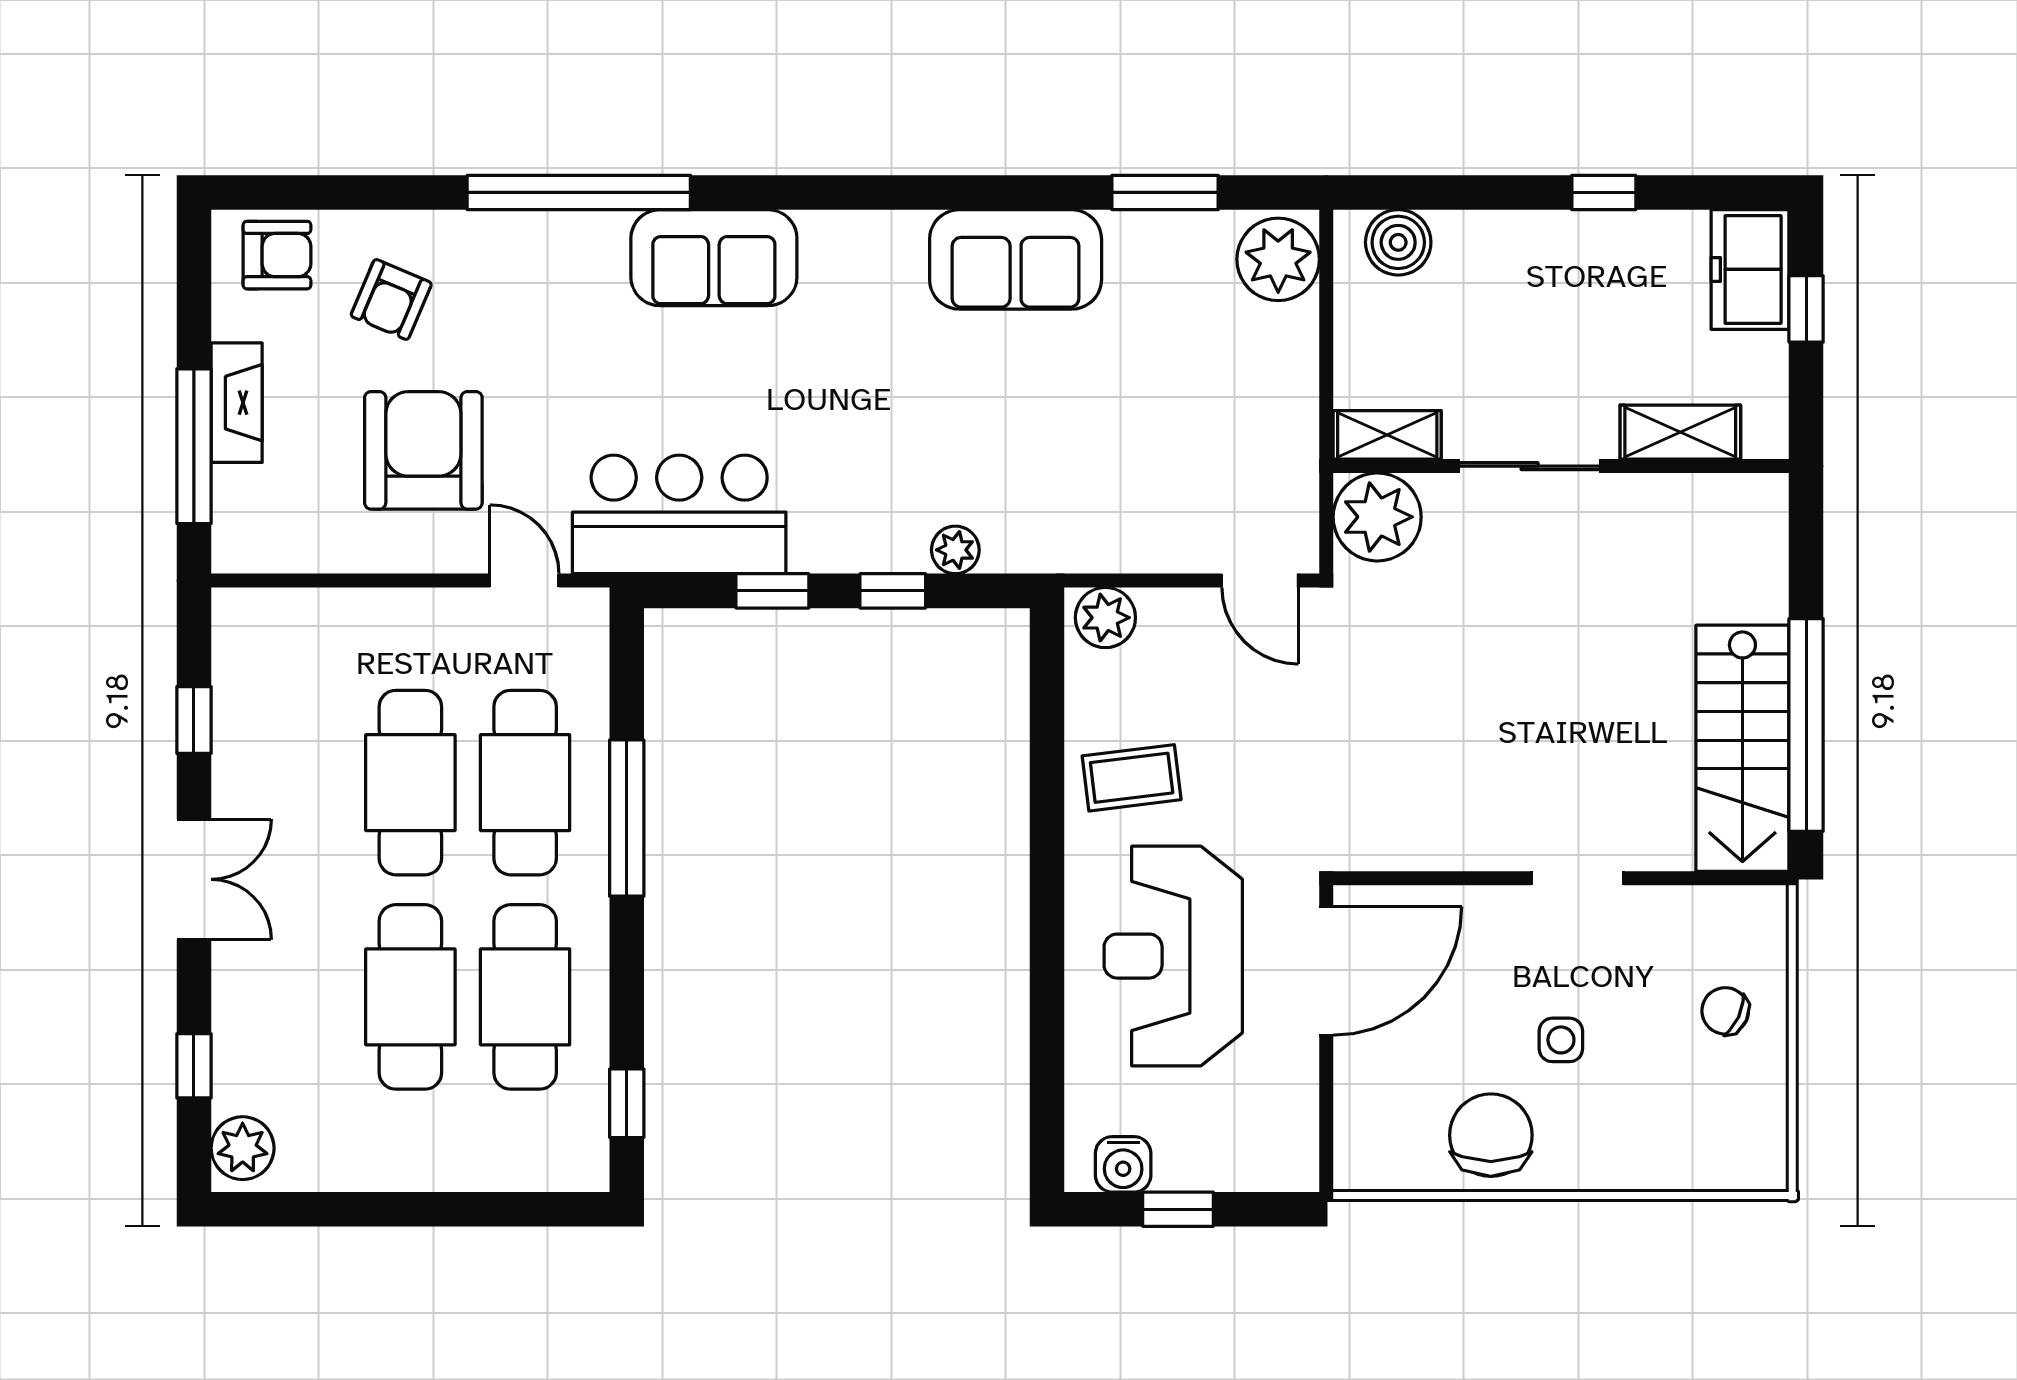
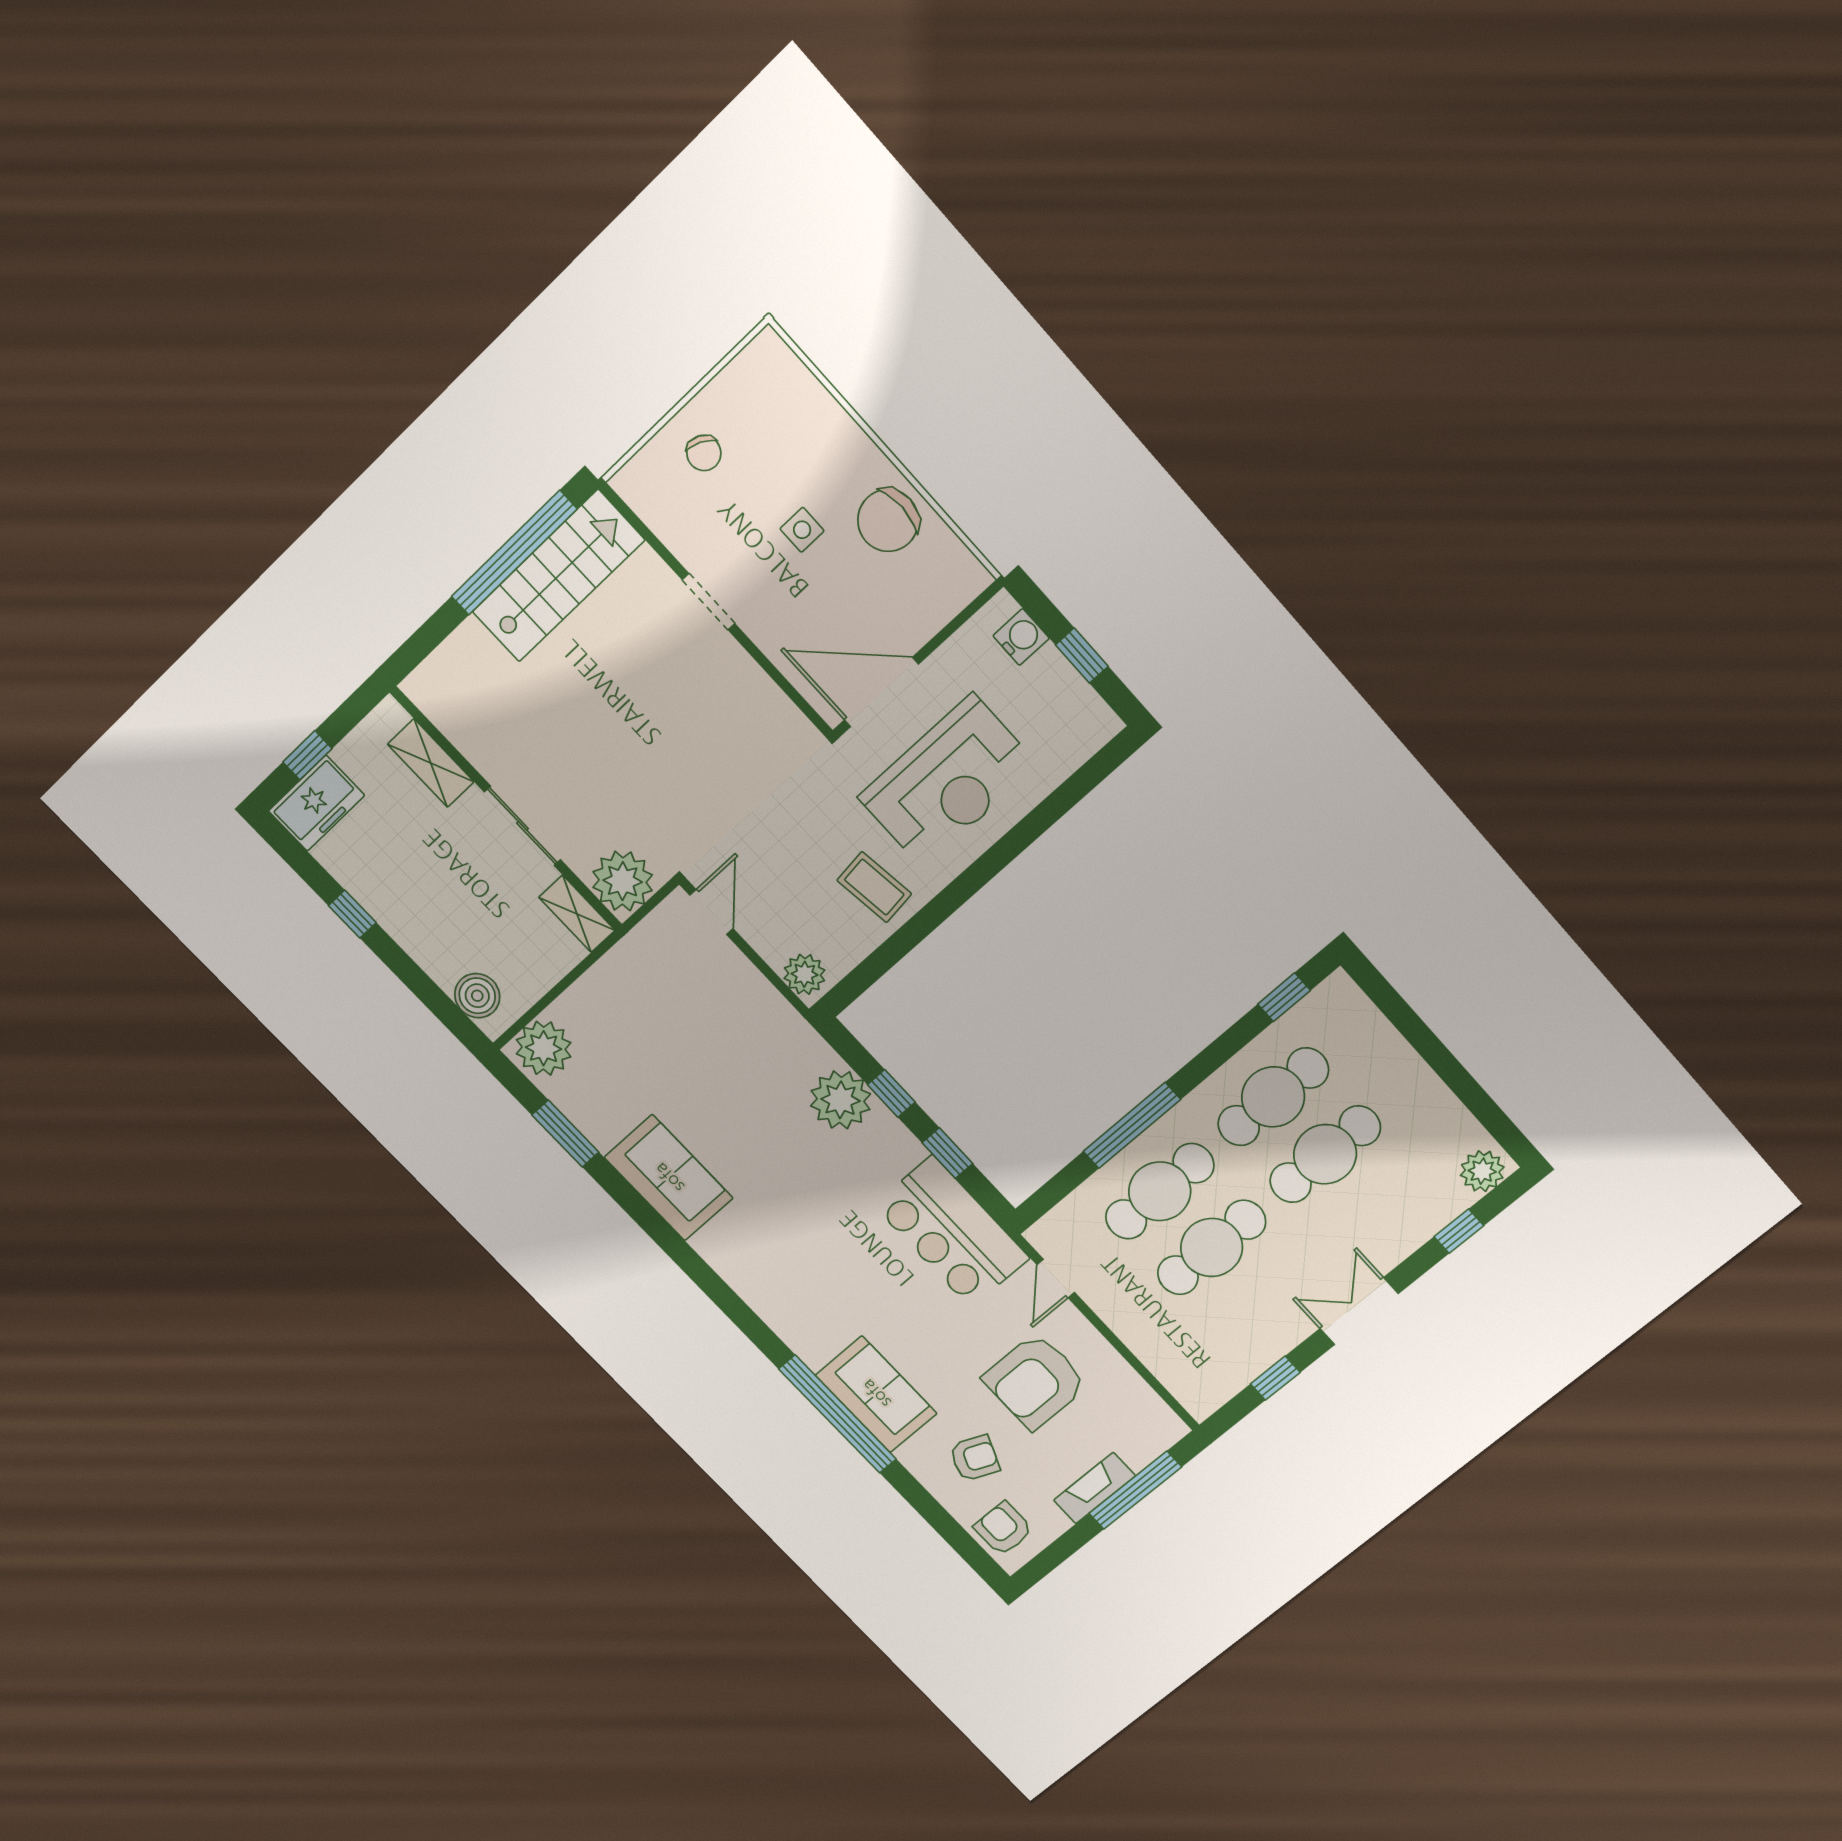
sofa: (714, 258) -> (876, 1394), moved
plant: (955, 550) -> (841, 1100), width x1.88, depth x1.88
water cooler: (1123, 1164) -> (1021, 637), moved

